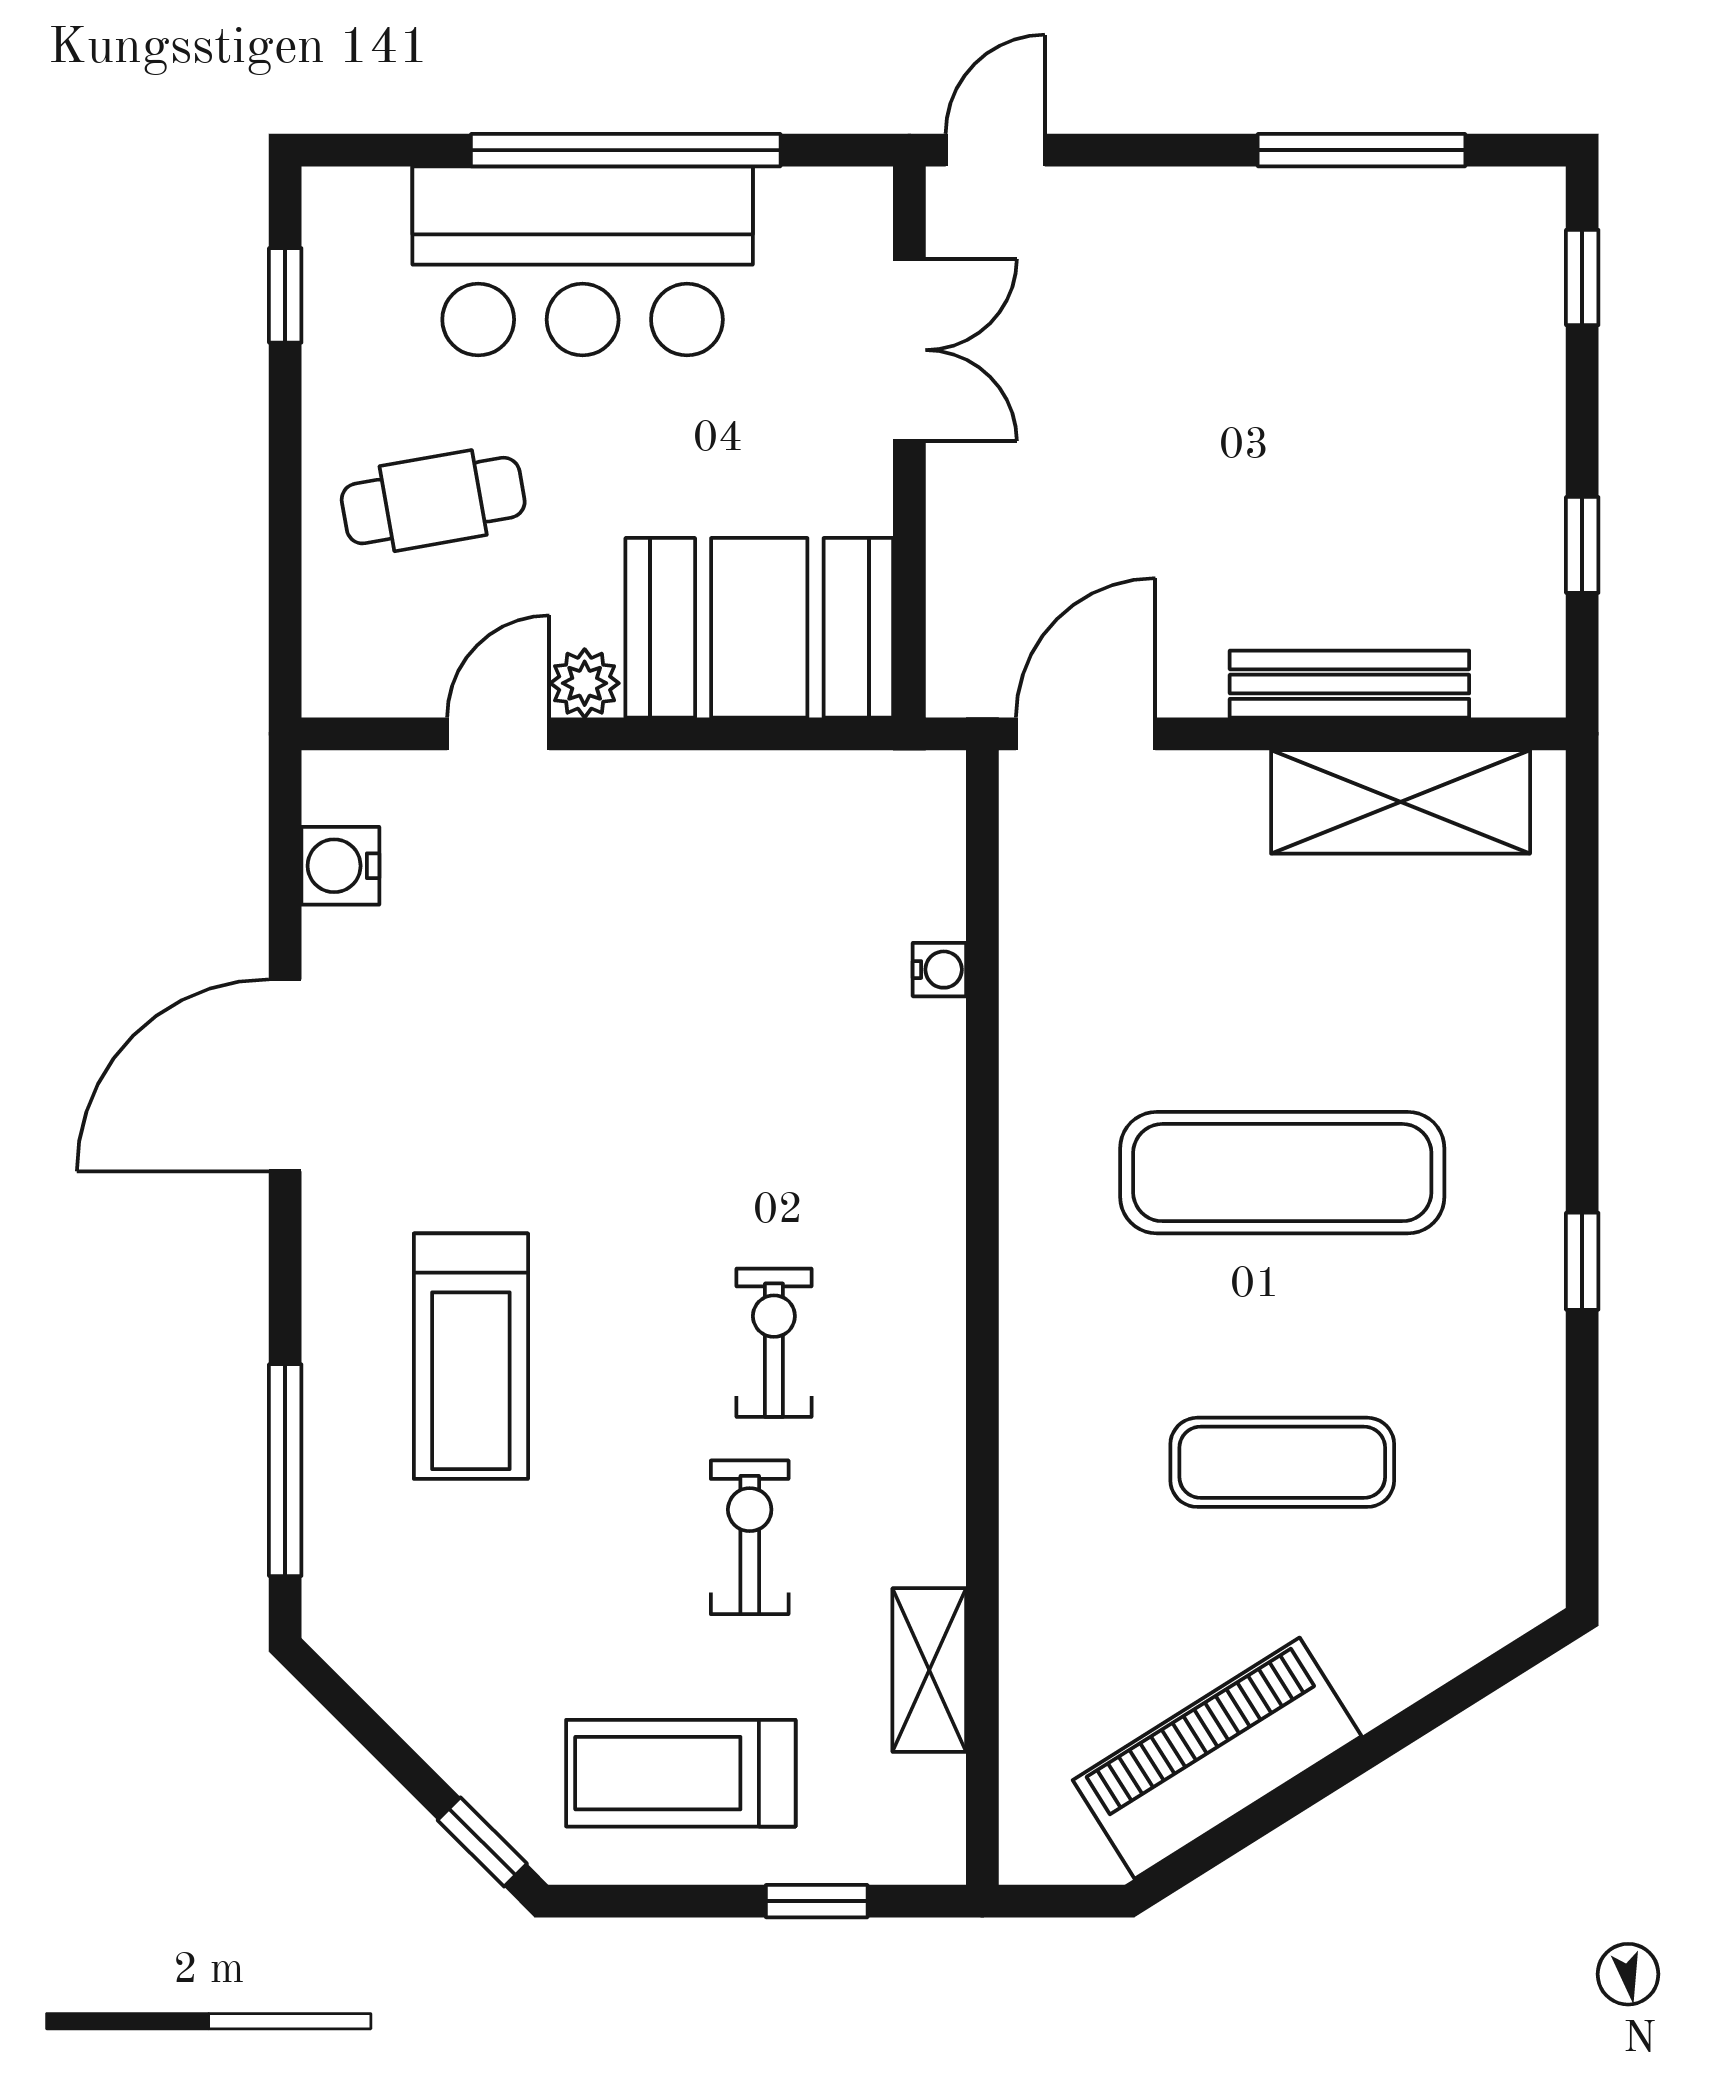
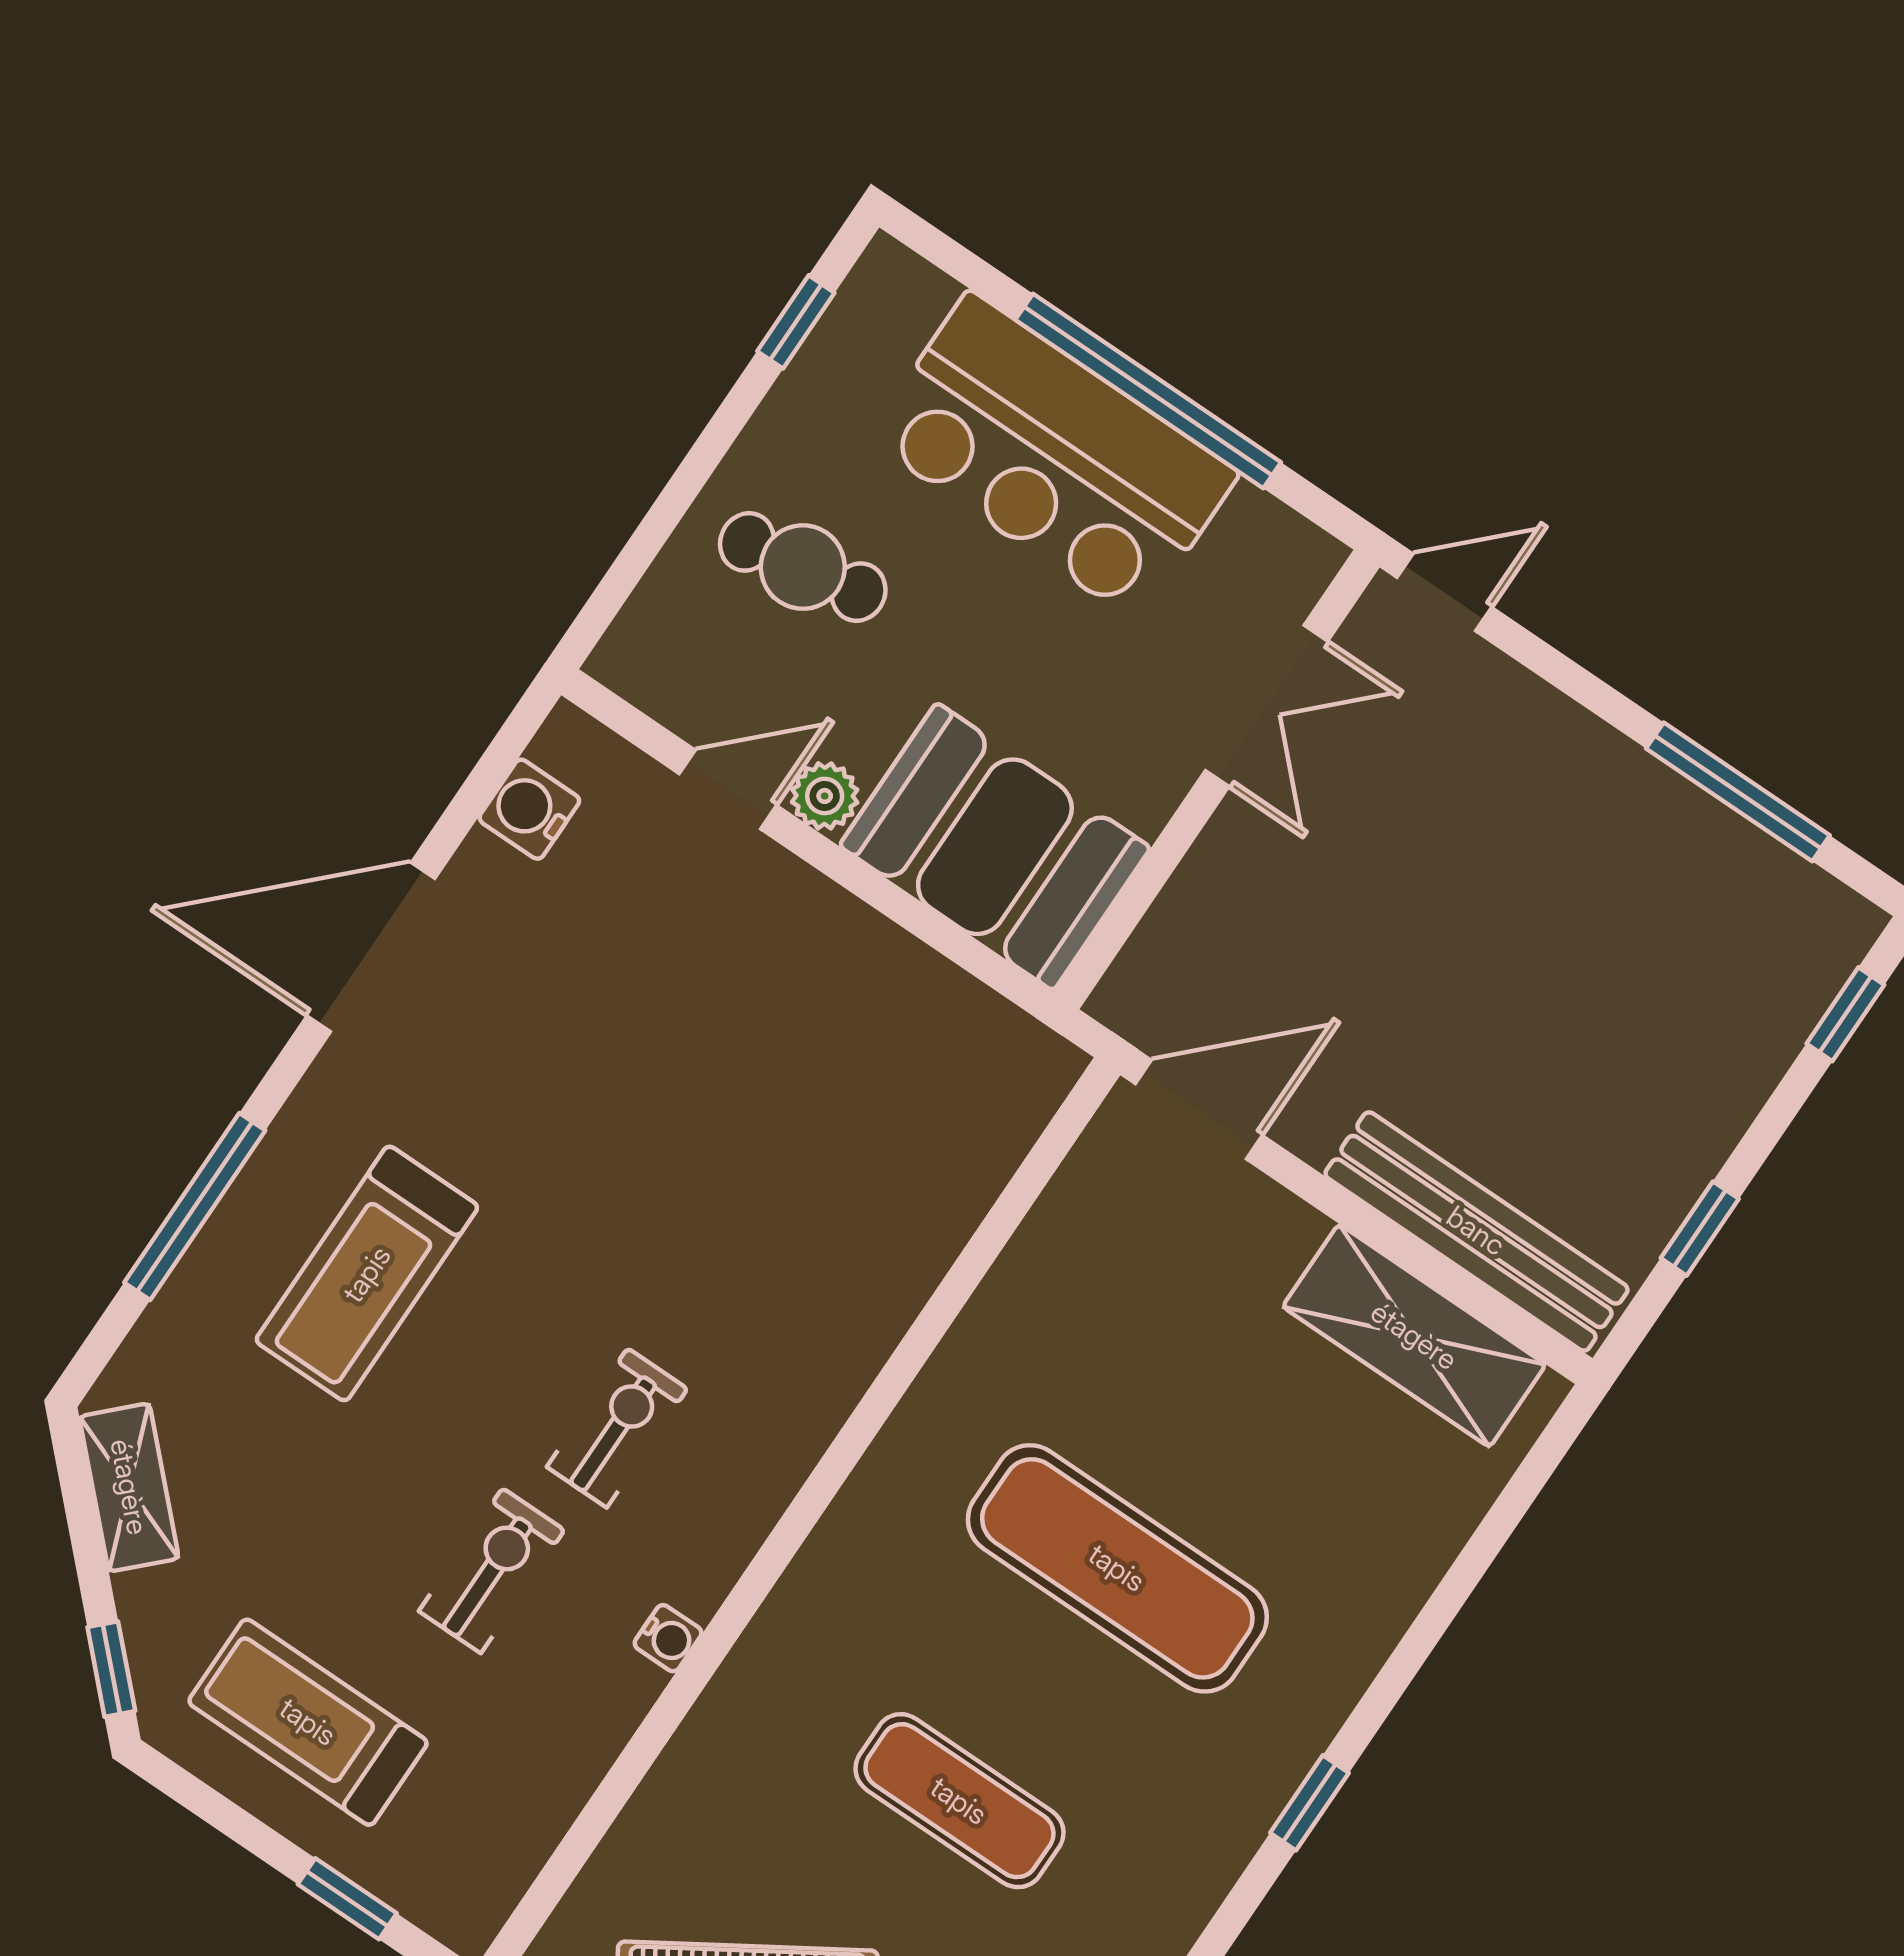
bench: (1349, 684) -> (1476, 1231), width x1.37, depth x1.21
water cooler: (939, 970) -> (668, 1638), moved
window: (285, 1470) -> (195, 1207), moved
shelving: (929, 1670) -> (129, 1487), moved, turned -45

